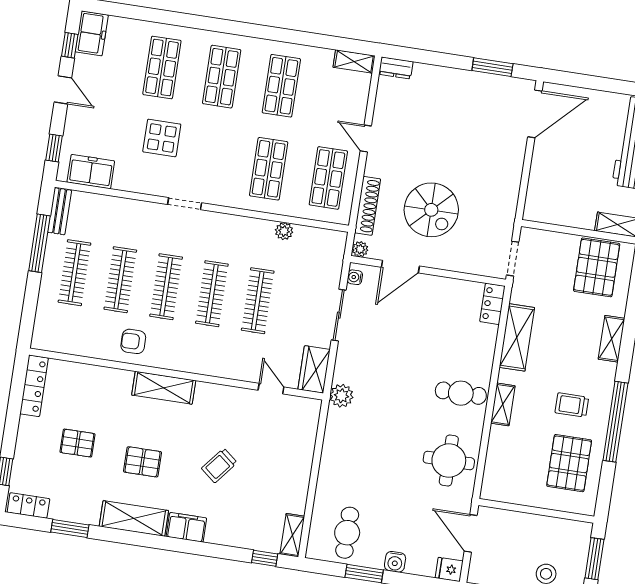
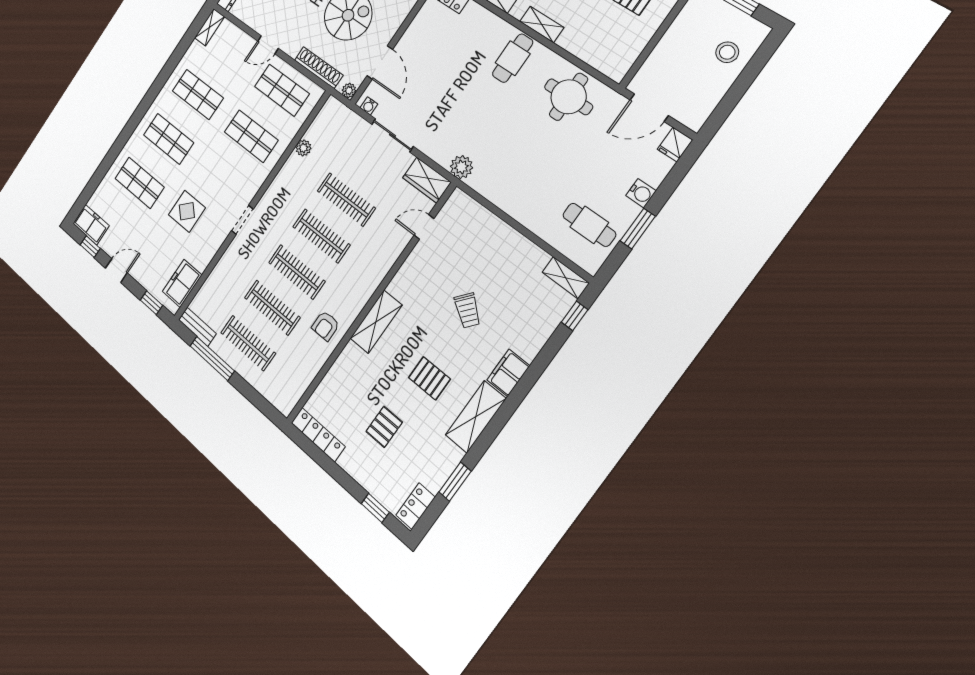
pallet: (142, 462) -> (429, 378), turned 90

